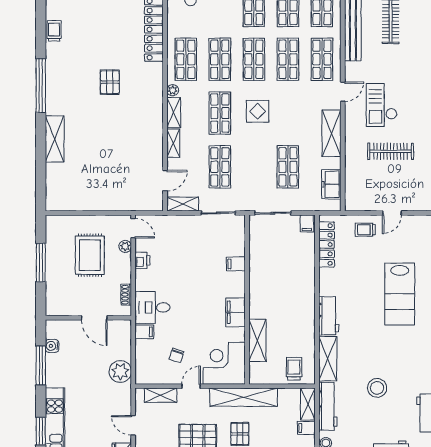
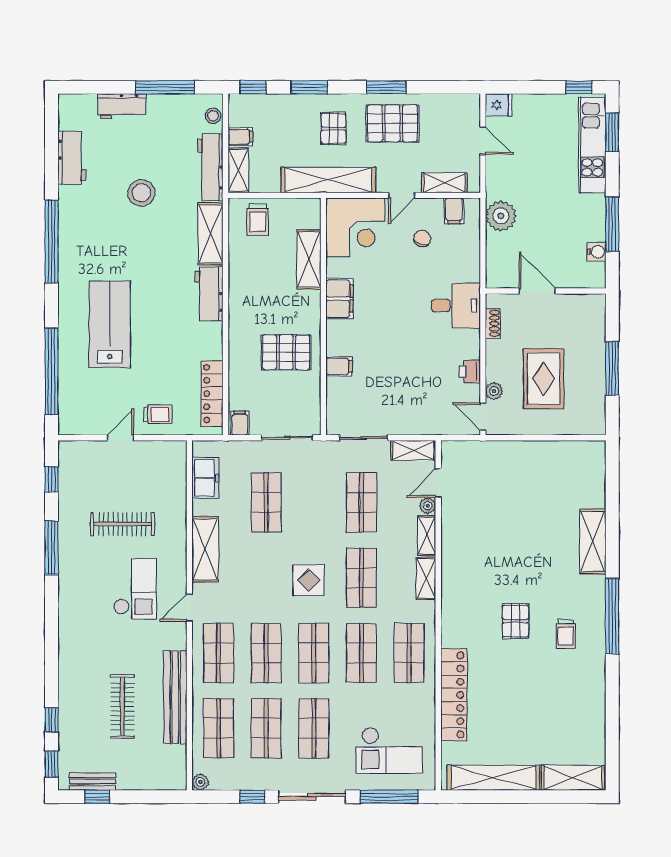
trolley: (54, 31) -> (566, 634), moved
plant: (173, 90) -> (428, 506), moved
pallet: (274, 274) -> (286, 352), added
filing cabinet: (144, 332) -> (454, 211), moved, turned -90

